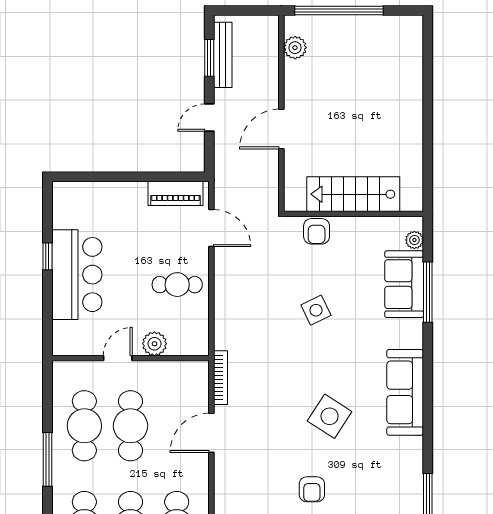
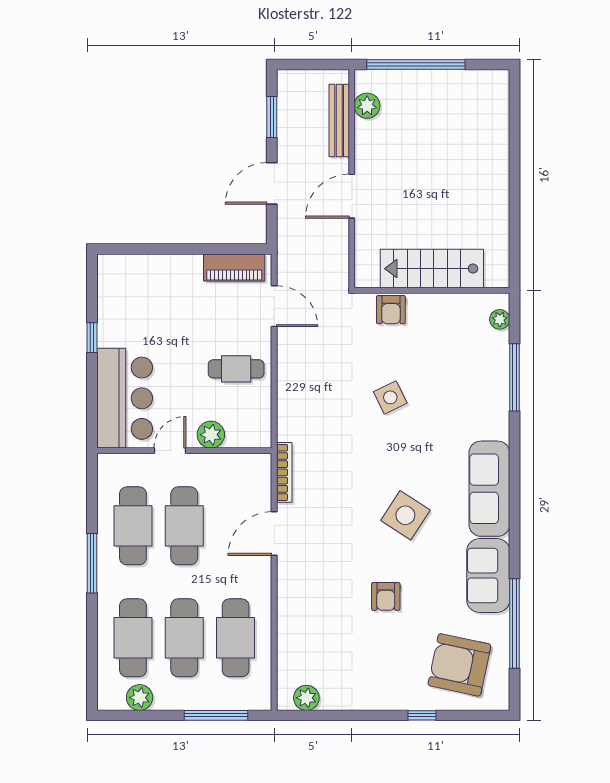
bench: (223, 55) -> (339, 120), moved
door: (209, 118) -> (272, 183), width x1.37
bar counter: (77, 275) -> (125, 398), moved
sofa: (404, 284) -> (488, 576), moved

